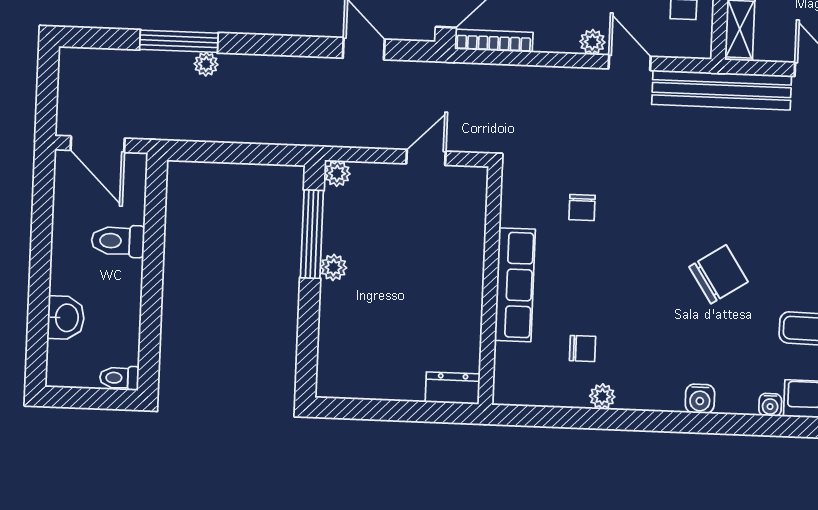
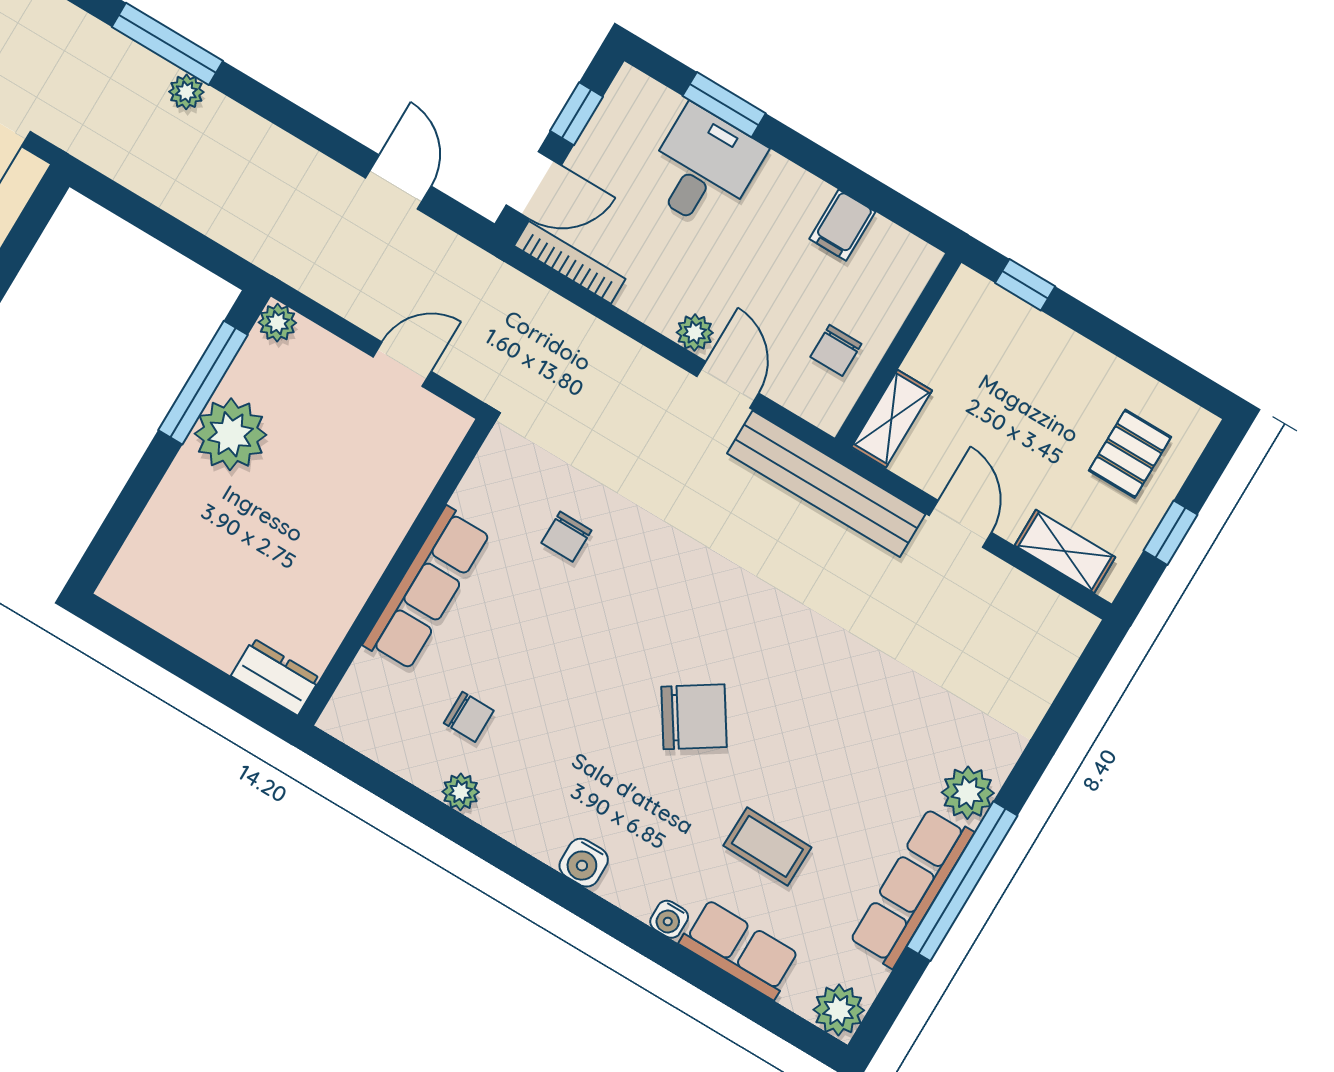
plant: (334, 267) -> (231, 434), width x1.87, depth x1.87

